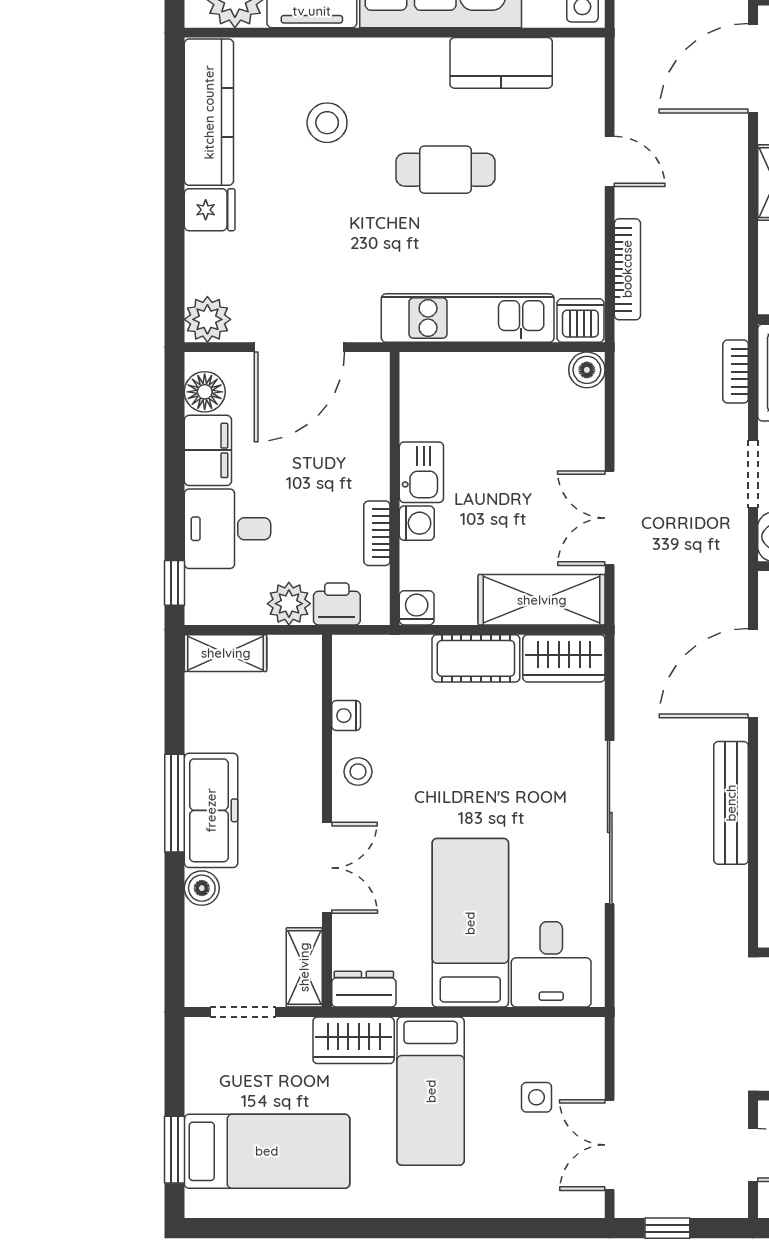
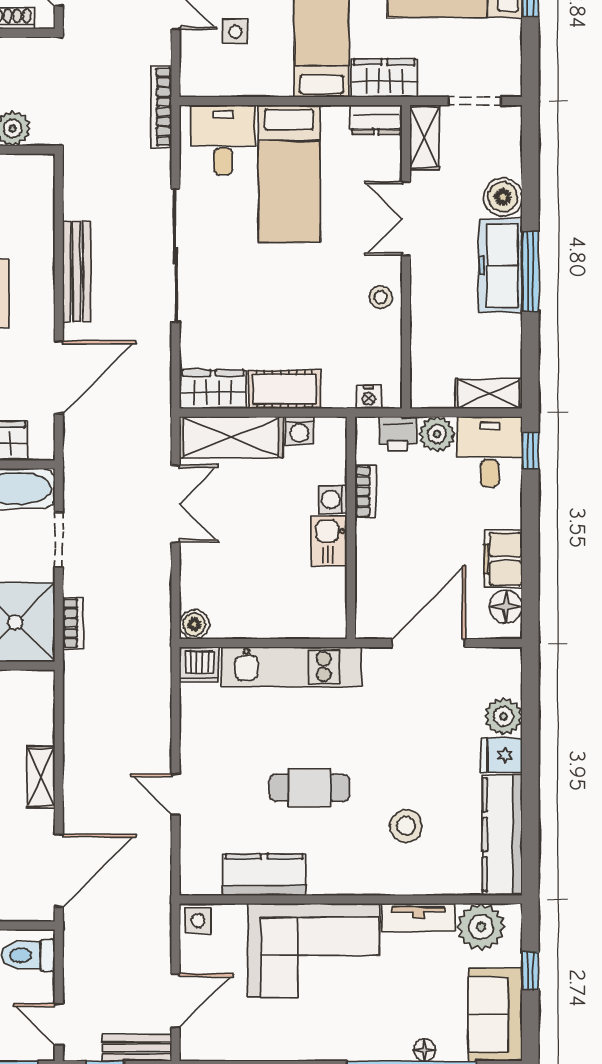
bookcase: (627, 269) -> (161, 107), moved
plant: (207, 319) -> (503, 716), moved
desk: (228, 529) -> (490, 452), moved, turned -90
washing machine: (417, 608) -> (299, 431), moved
nightstand: (346, 716) -> (369, 397), moved, turned 90
boiler: (202, 888) -> (503, 197), width x1.36, depth x1.36

